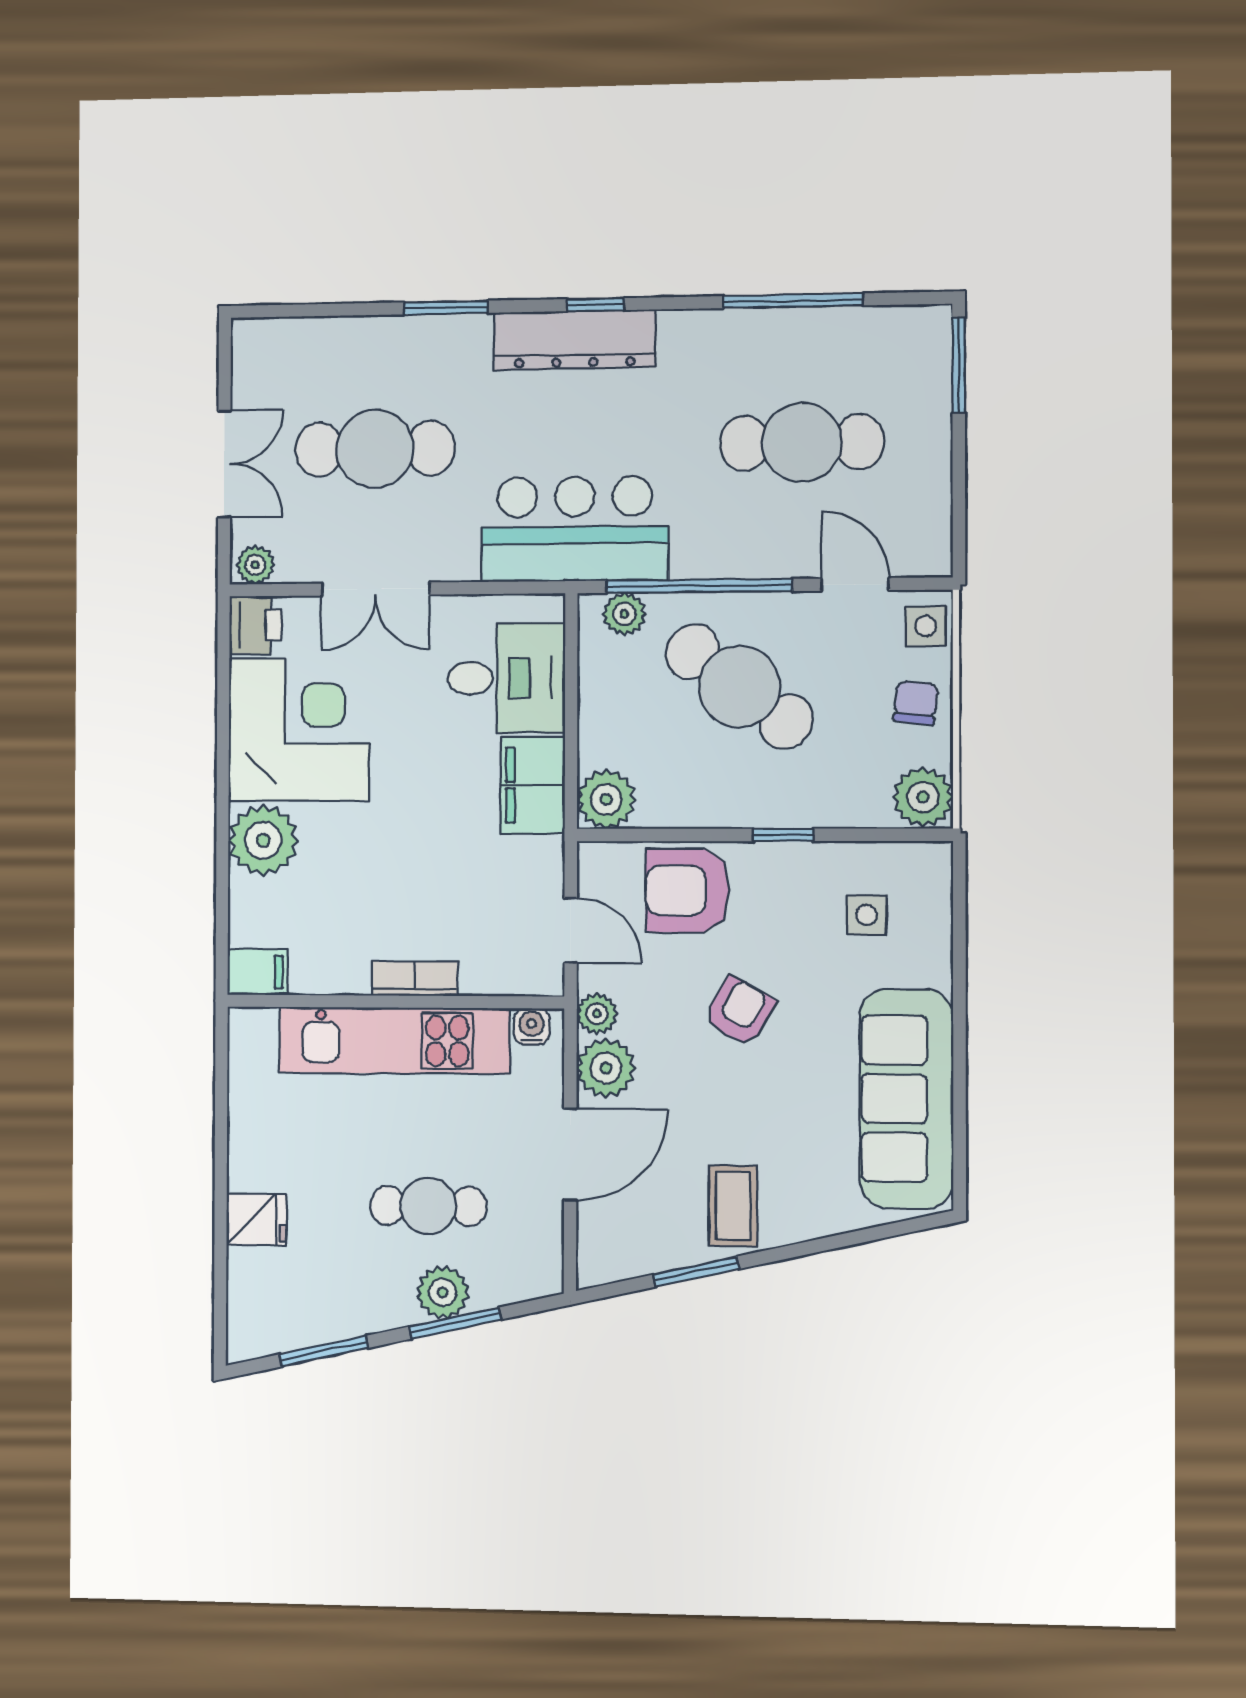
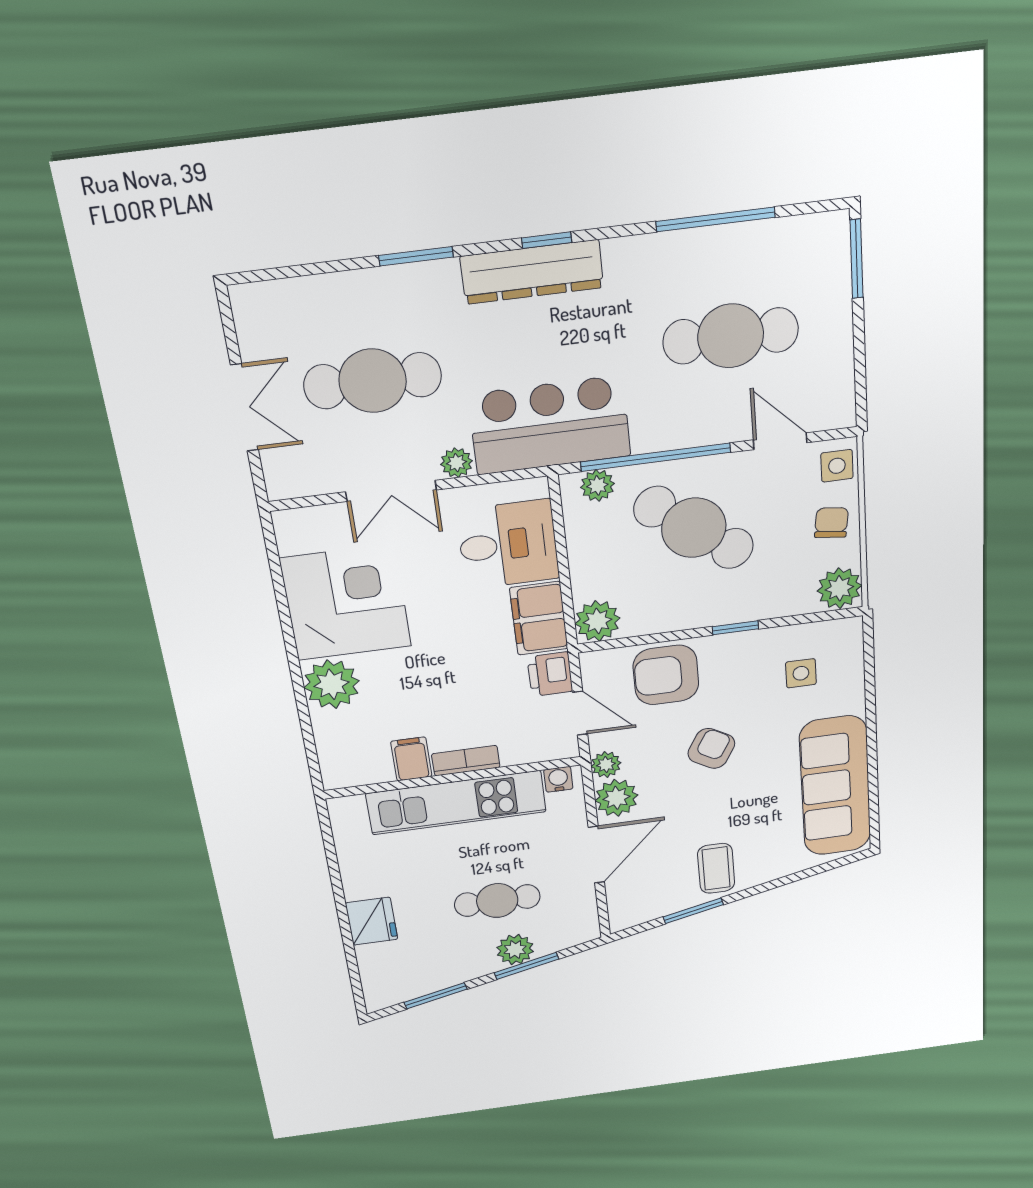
plant: (255, 565) -> (457, 463), moved
printer: (255, 625) -> (550, 674), moved, turned 180
filing cabinet: (258, 972) -> (411, 759), moved, turned -90
fridge: (257, 1220) -> (372, 921), width x1.38

